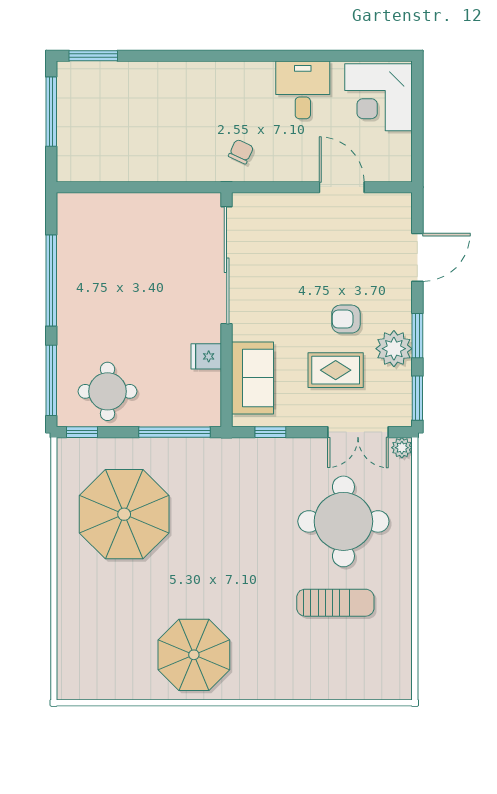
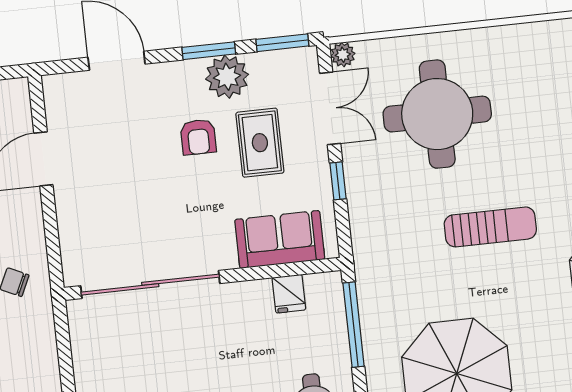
fridge: (206, 356) -> (289, 294), moved
window: (270, 432) -> (338, 181), moved
sun lounger: (335, 603) -> (490, 227), moved, turned 90

